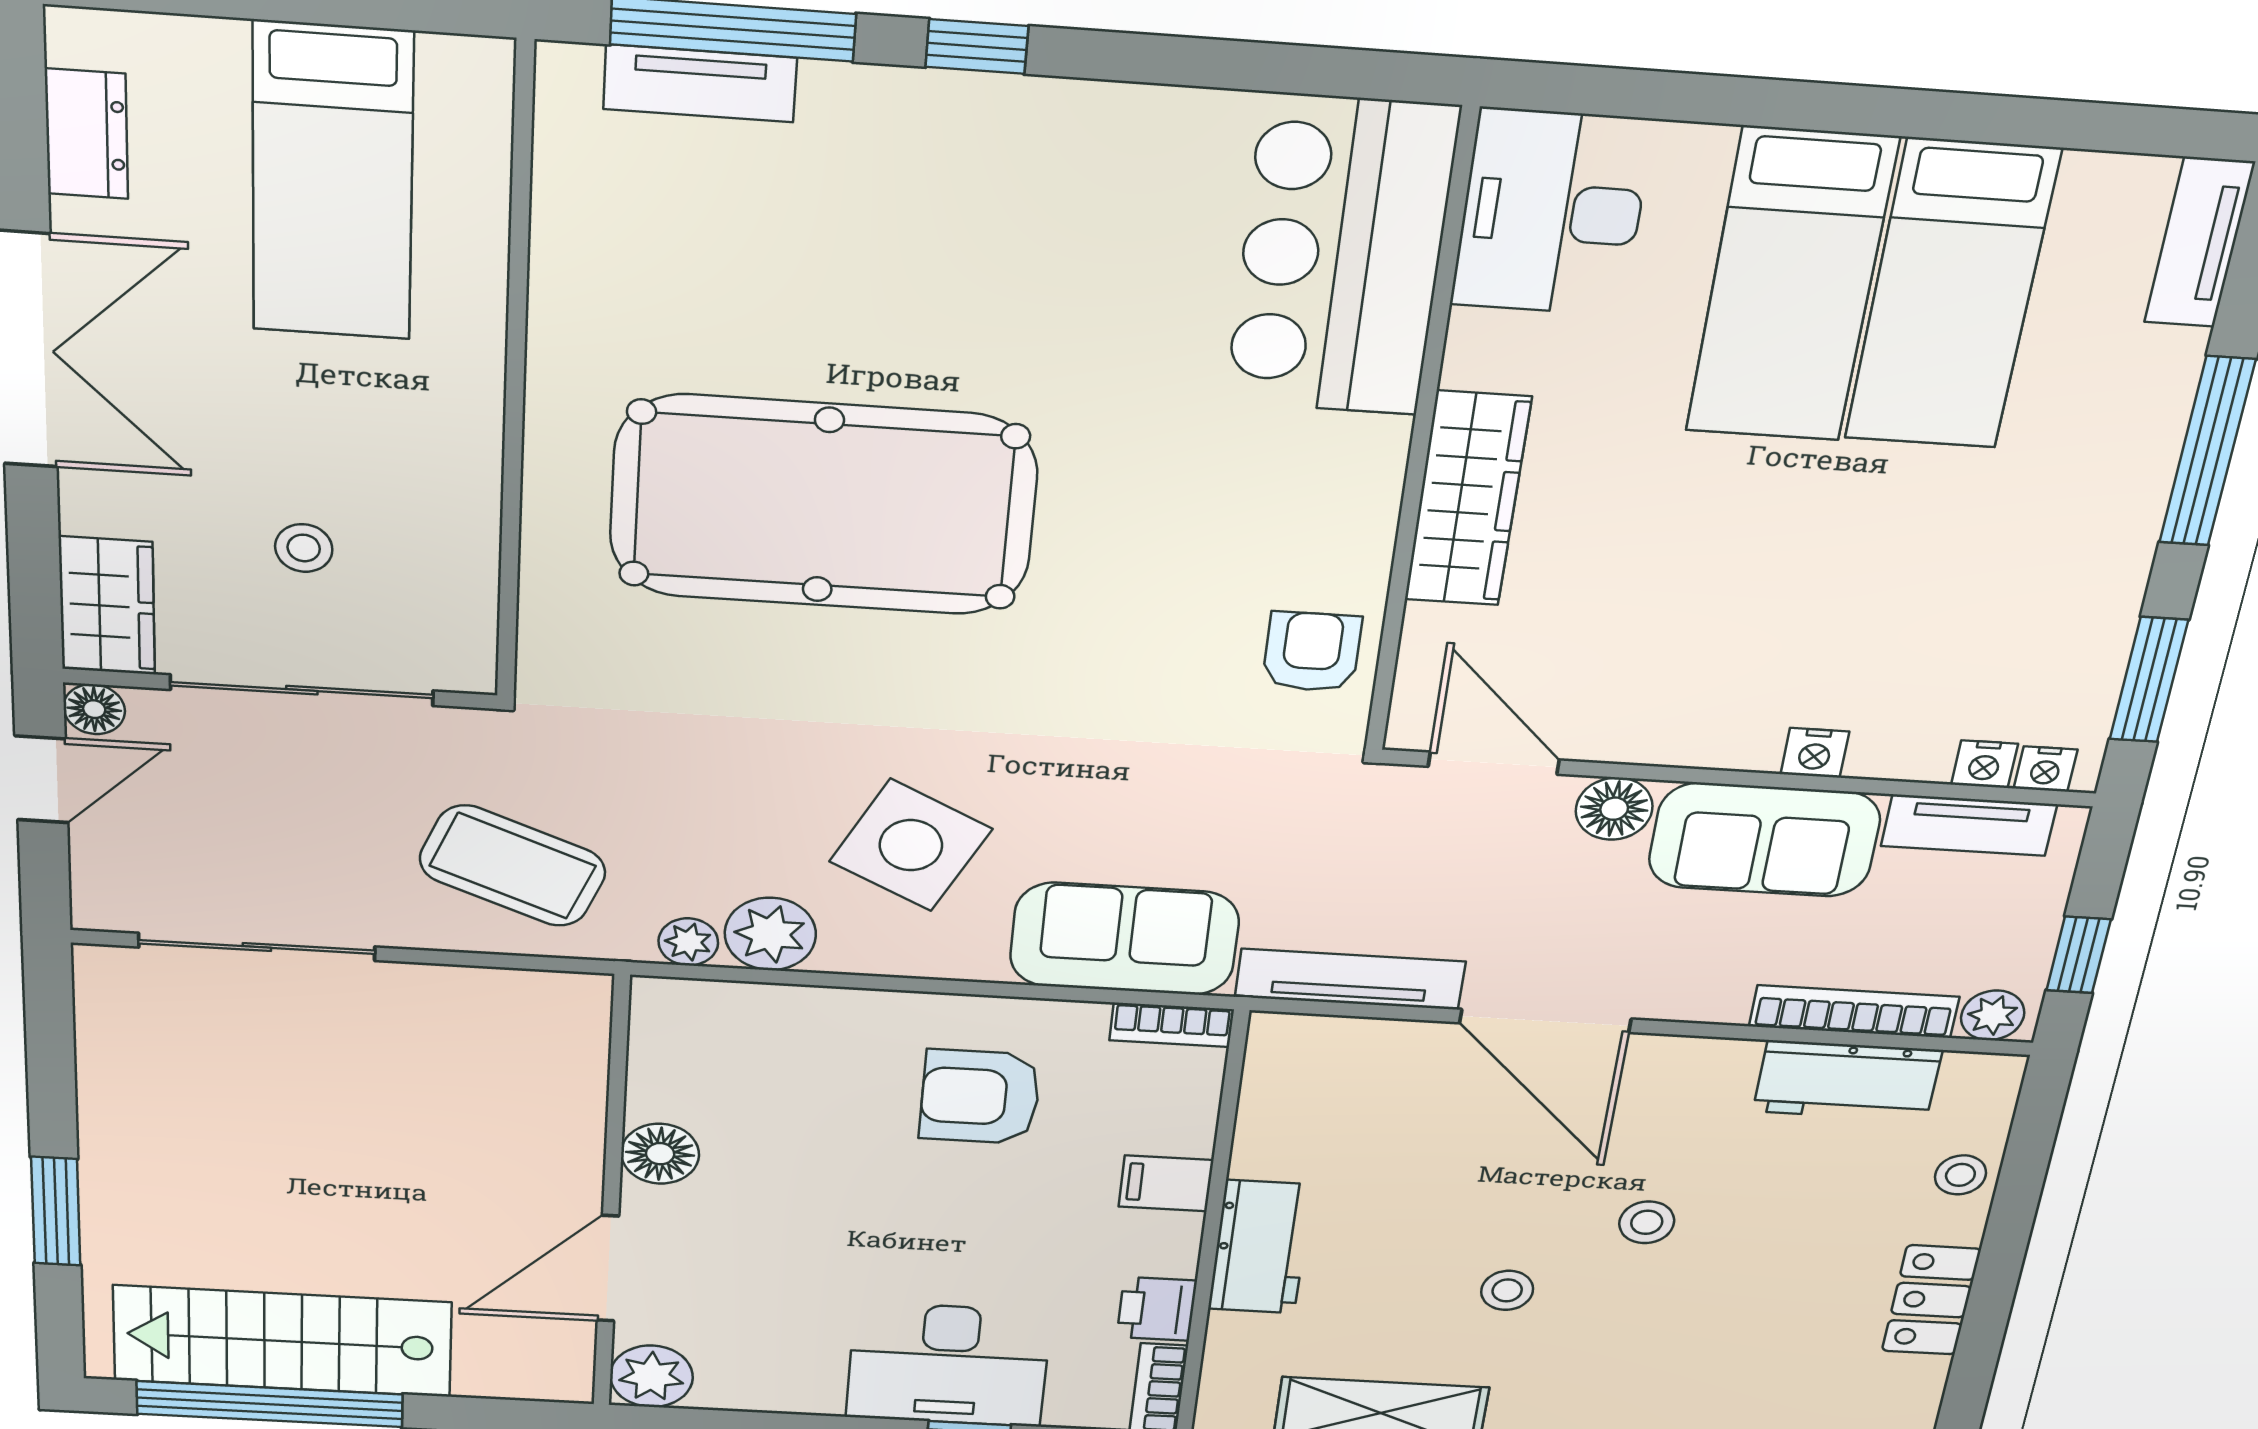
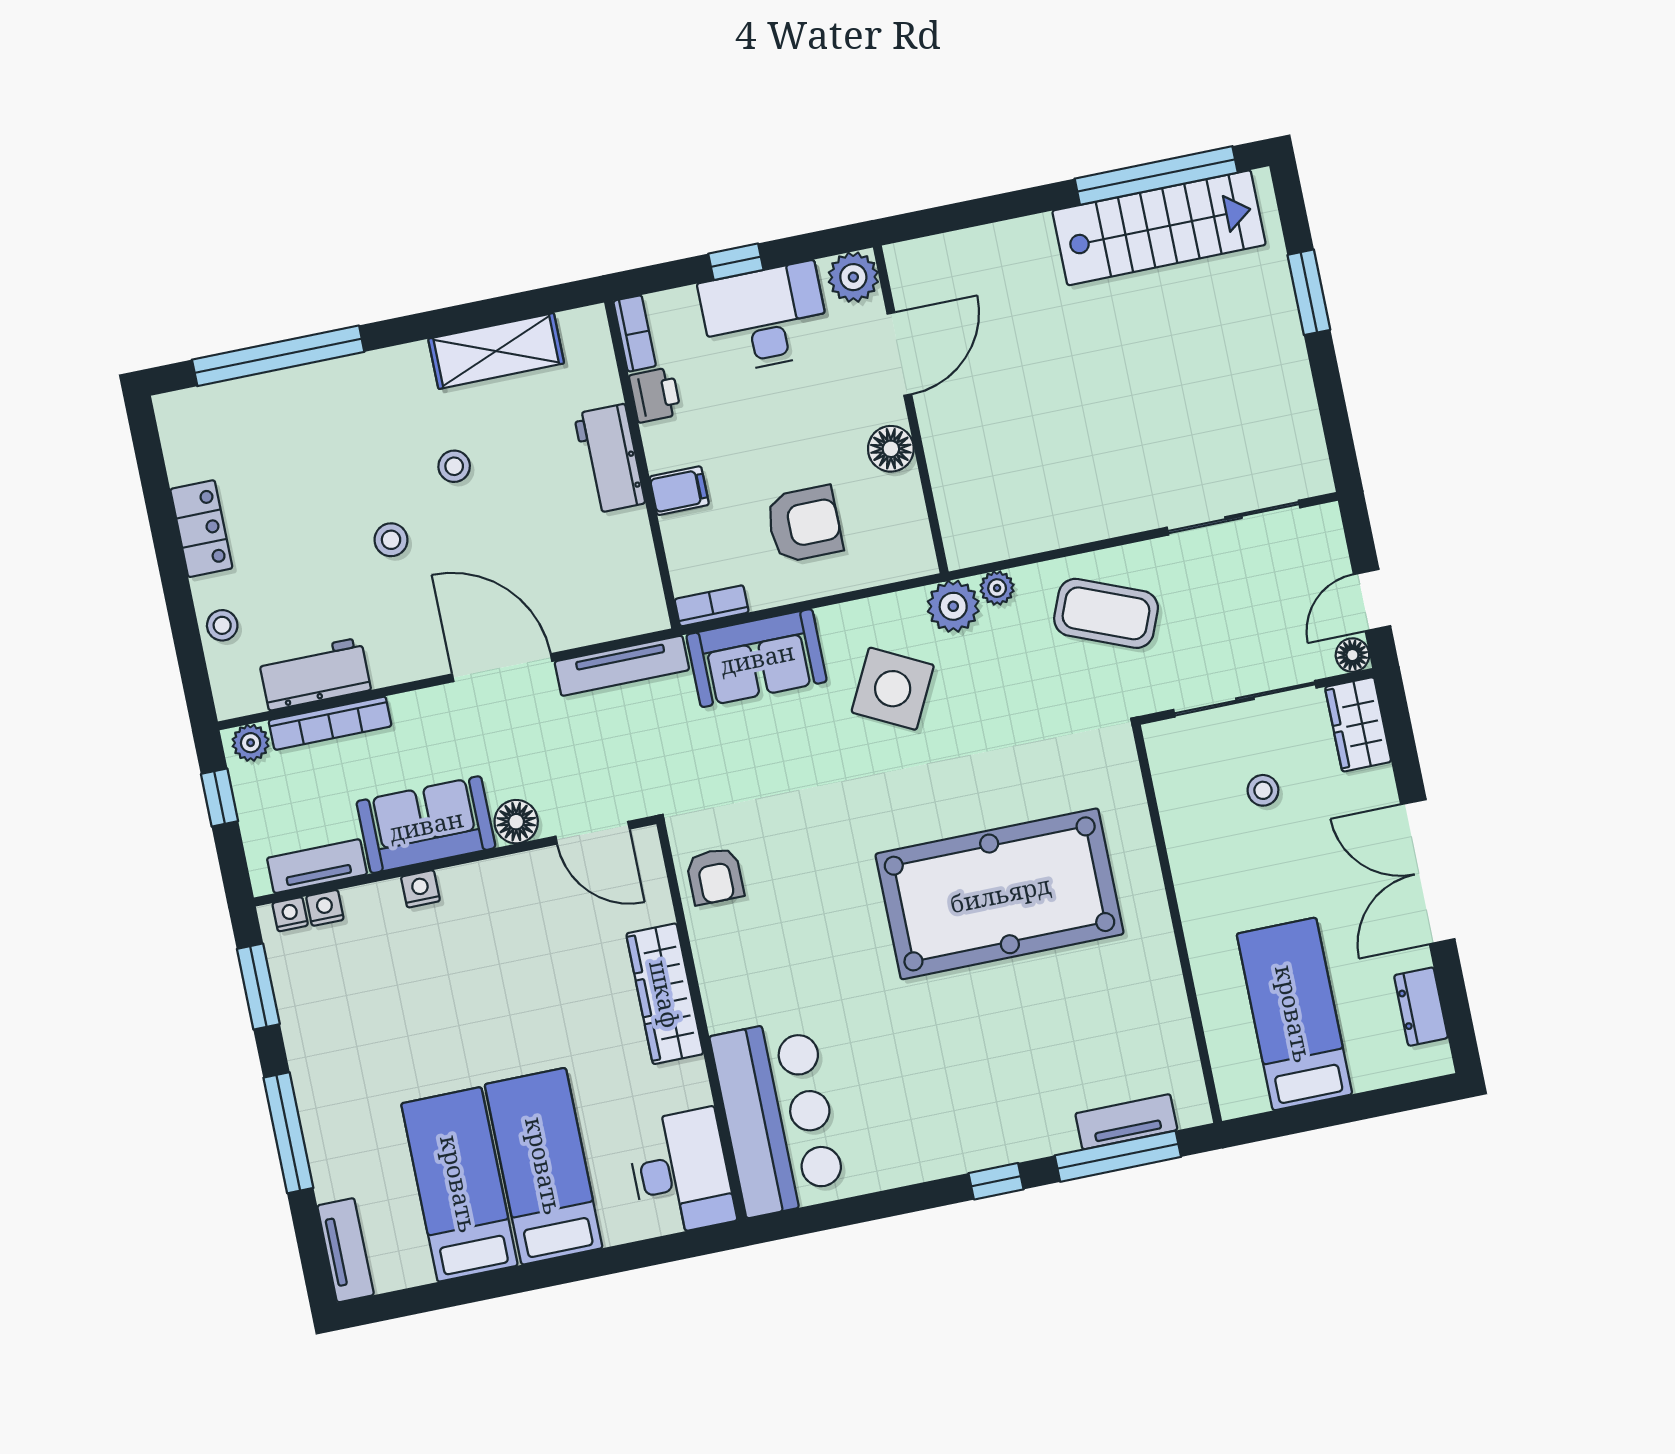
floor lamp: (660, 1154) -> (891, 449), moved
wall: (611, 1196) -> (911, 409), moved
door: (608, 1268) -> (899, 354), moved
plant: (651, 1376) -> (853, 277), moved

